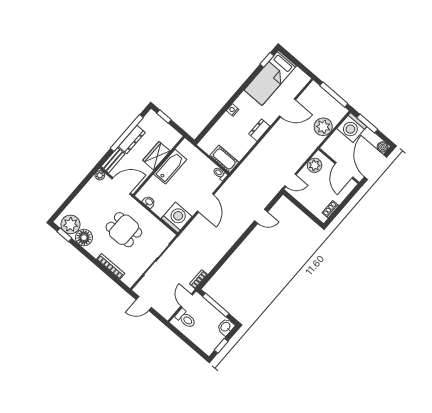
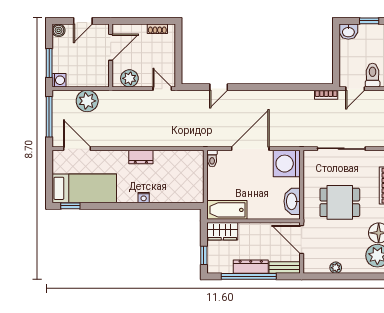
door: (288, 108) -> (77, 149), moved
washing machine: (352, 127) -> (59, 80), width x0.53, depth x0.53
wardrobe: (156, 156) -> (222, 231), moved
cot: (224, 159) -> (195, 166), removed
bathtub: (170, 167) -> (227, 210), moved
door: (375, 167) -> (83, 21), width x0.53
plant: (100, 175) -> (336, 268), moved
washbasin: (149, 202) -> (292, 201), width x1.91, depth x1.45
door: (206, 203) -> (250, 149), width x1.36
door: (261, 216) -> (219, 87), swing flipped
dining table: (124, 230) -> (340, 202), turned 90
window: (216, 305) -> (336, 58), removed

